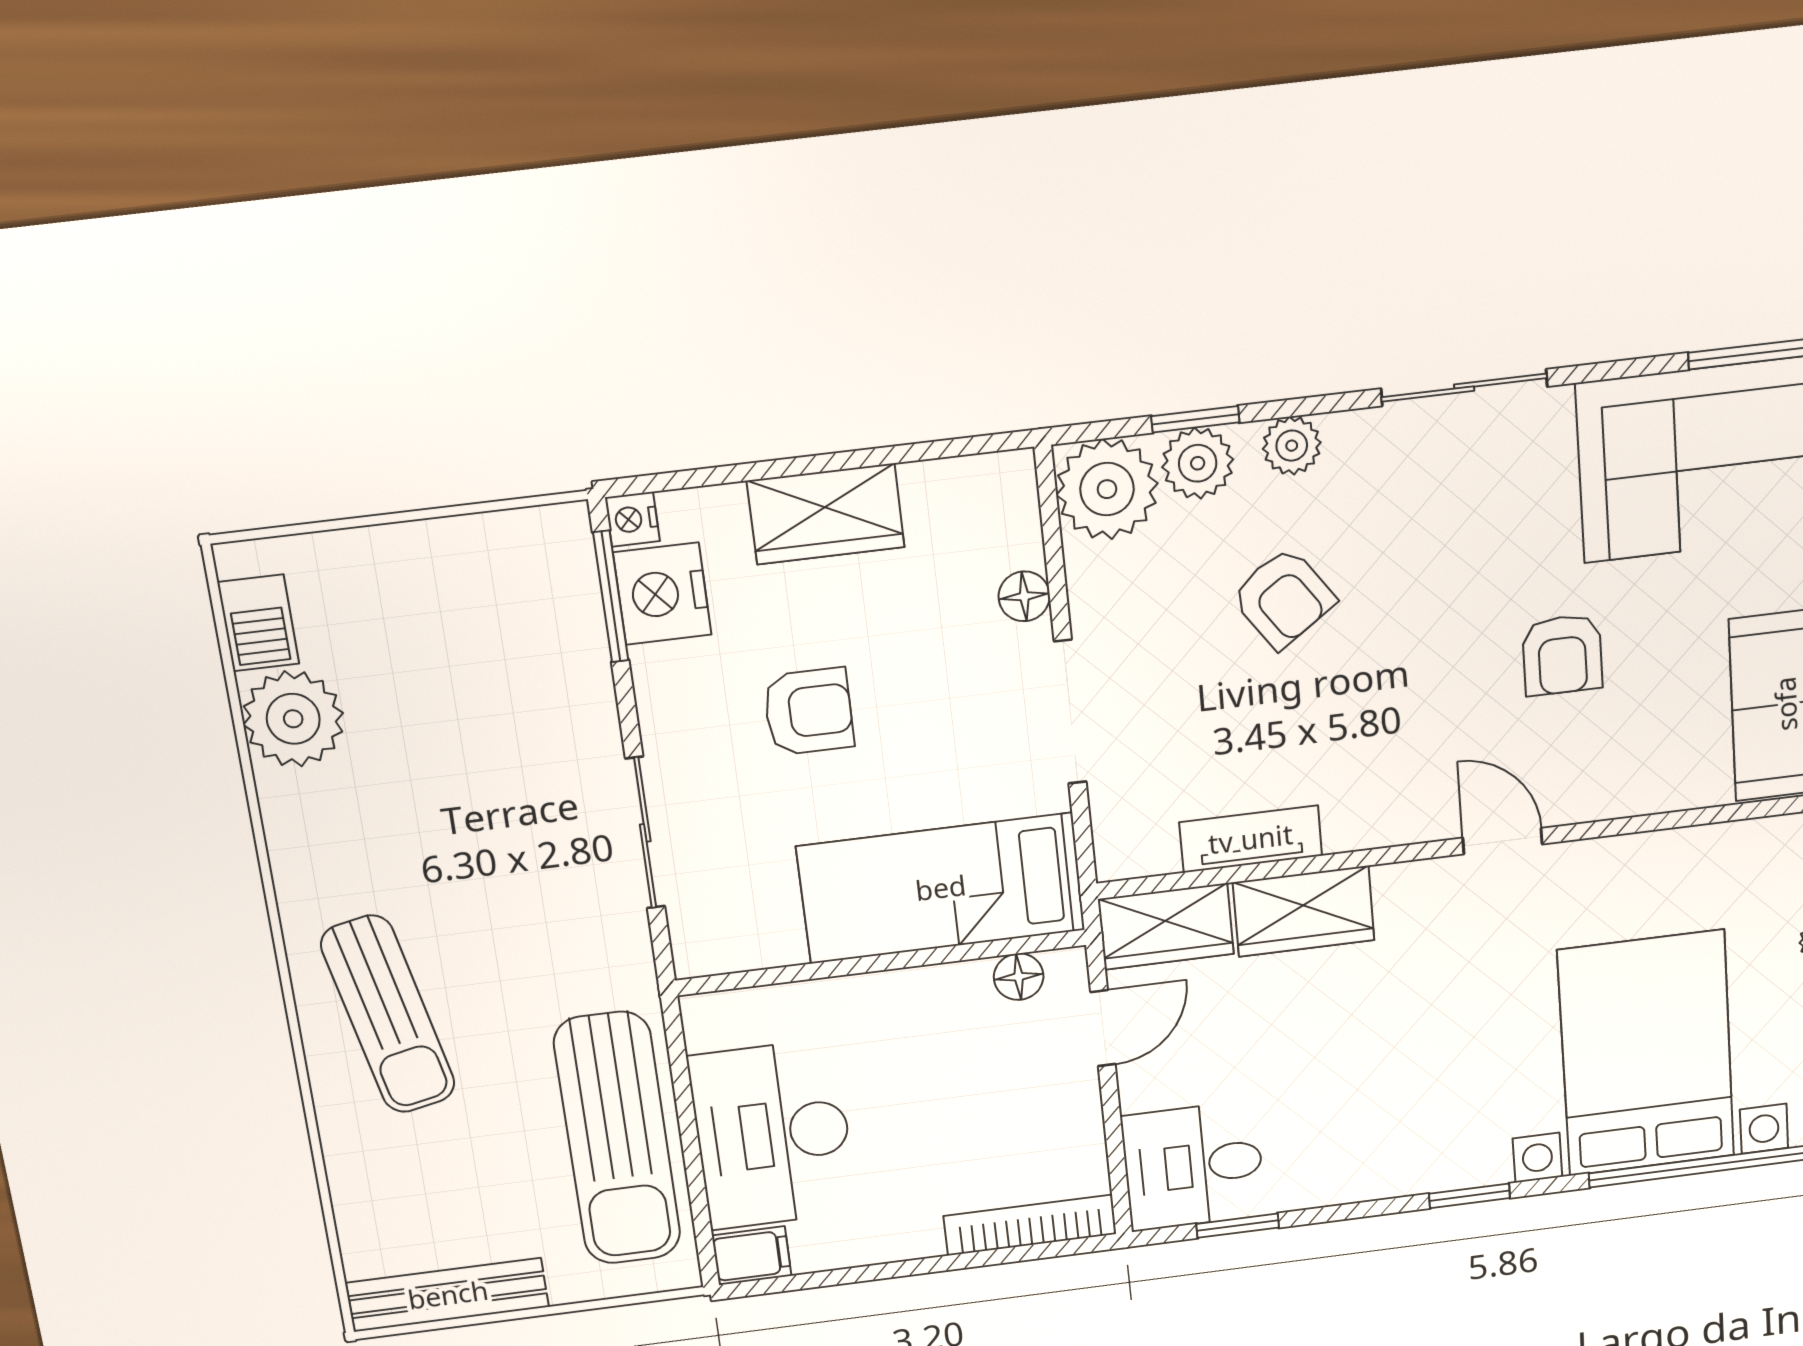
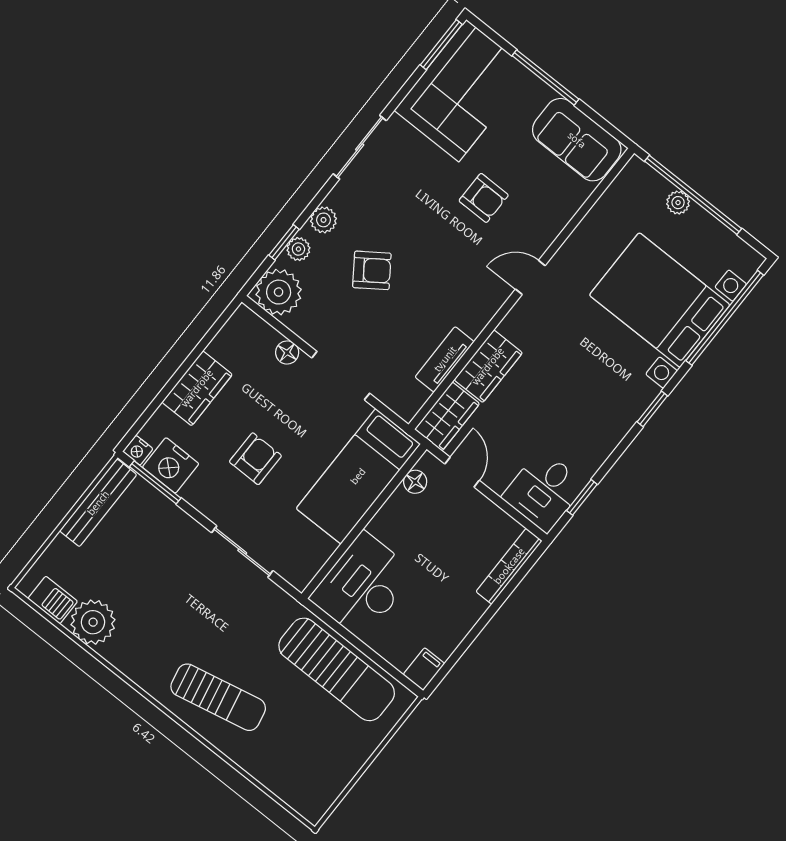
plant: (1198, 463) -> (298, 249), width x0.73, depth x0.73
desk: (773, 1134) -> (363, 586), moved, turned 90
bench: (448, 1295) -> (98, 503), moved

